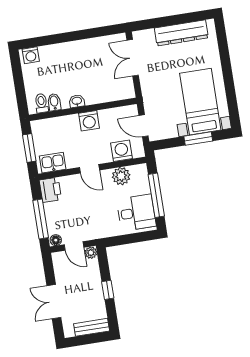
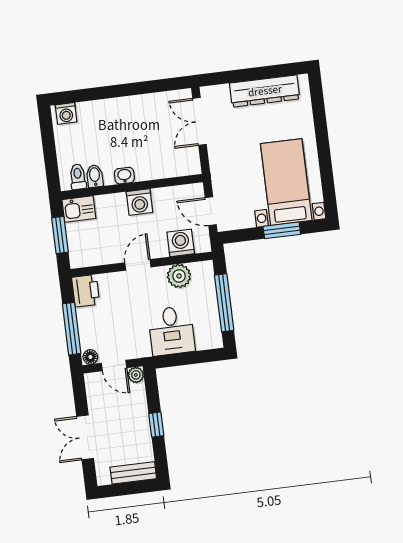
kitchen sink: (53, 163) -> (79, 209), moved, turned 180
door: (90, 169) -> (138, 265), swing flipped
desk: (136, 213) -> (171, 331), moved, turned 90

